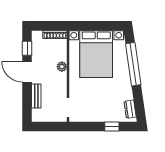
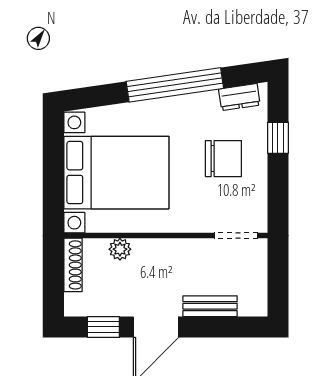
window: (133, 64) -> (175, 85), moved
plant: (62, 67) -> (120, 249), moved
chair: (102, 102) -> (223, 159), added

